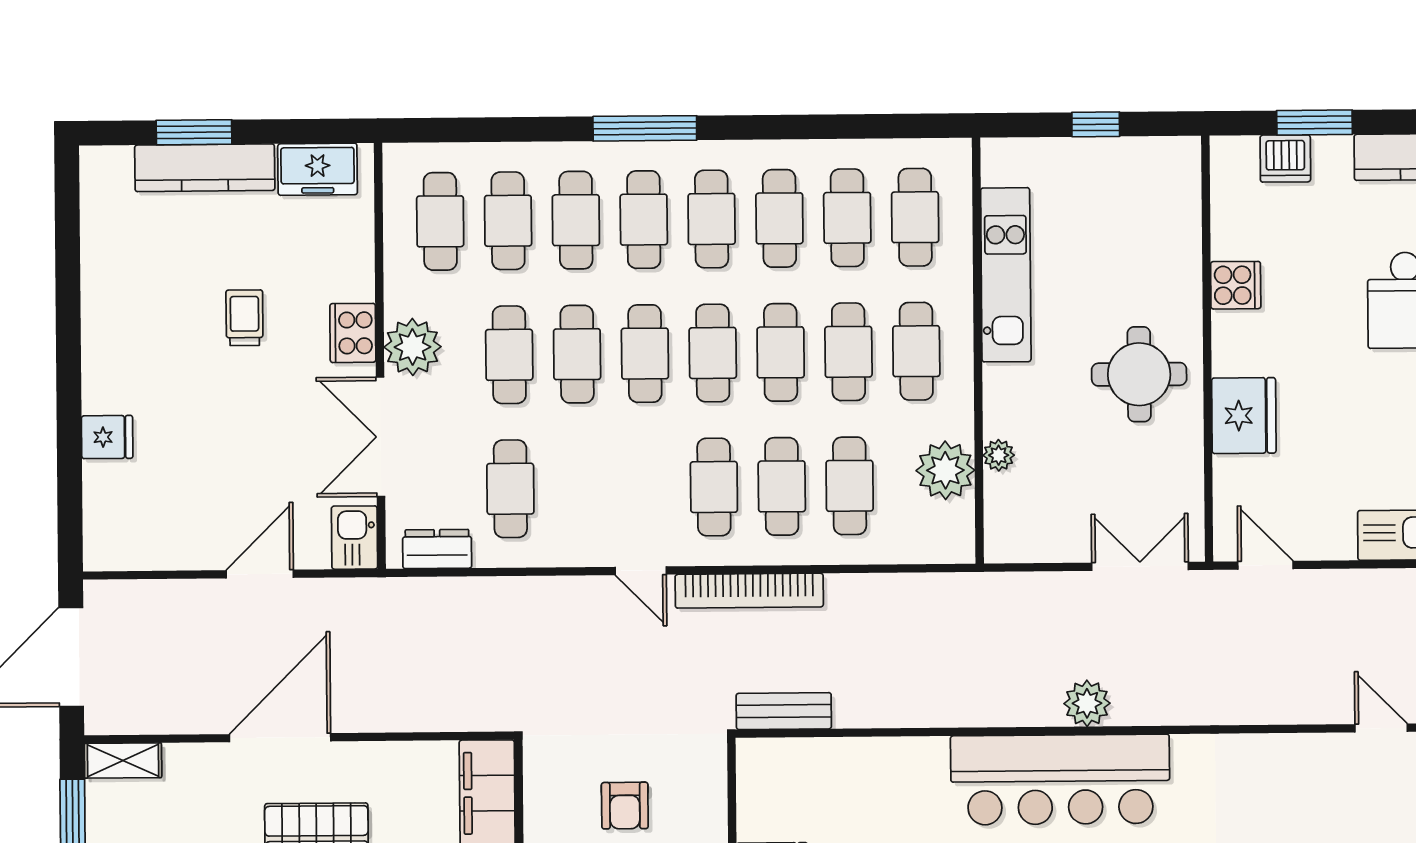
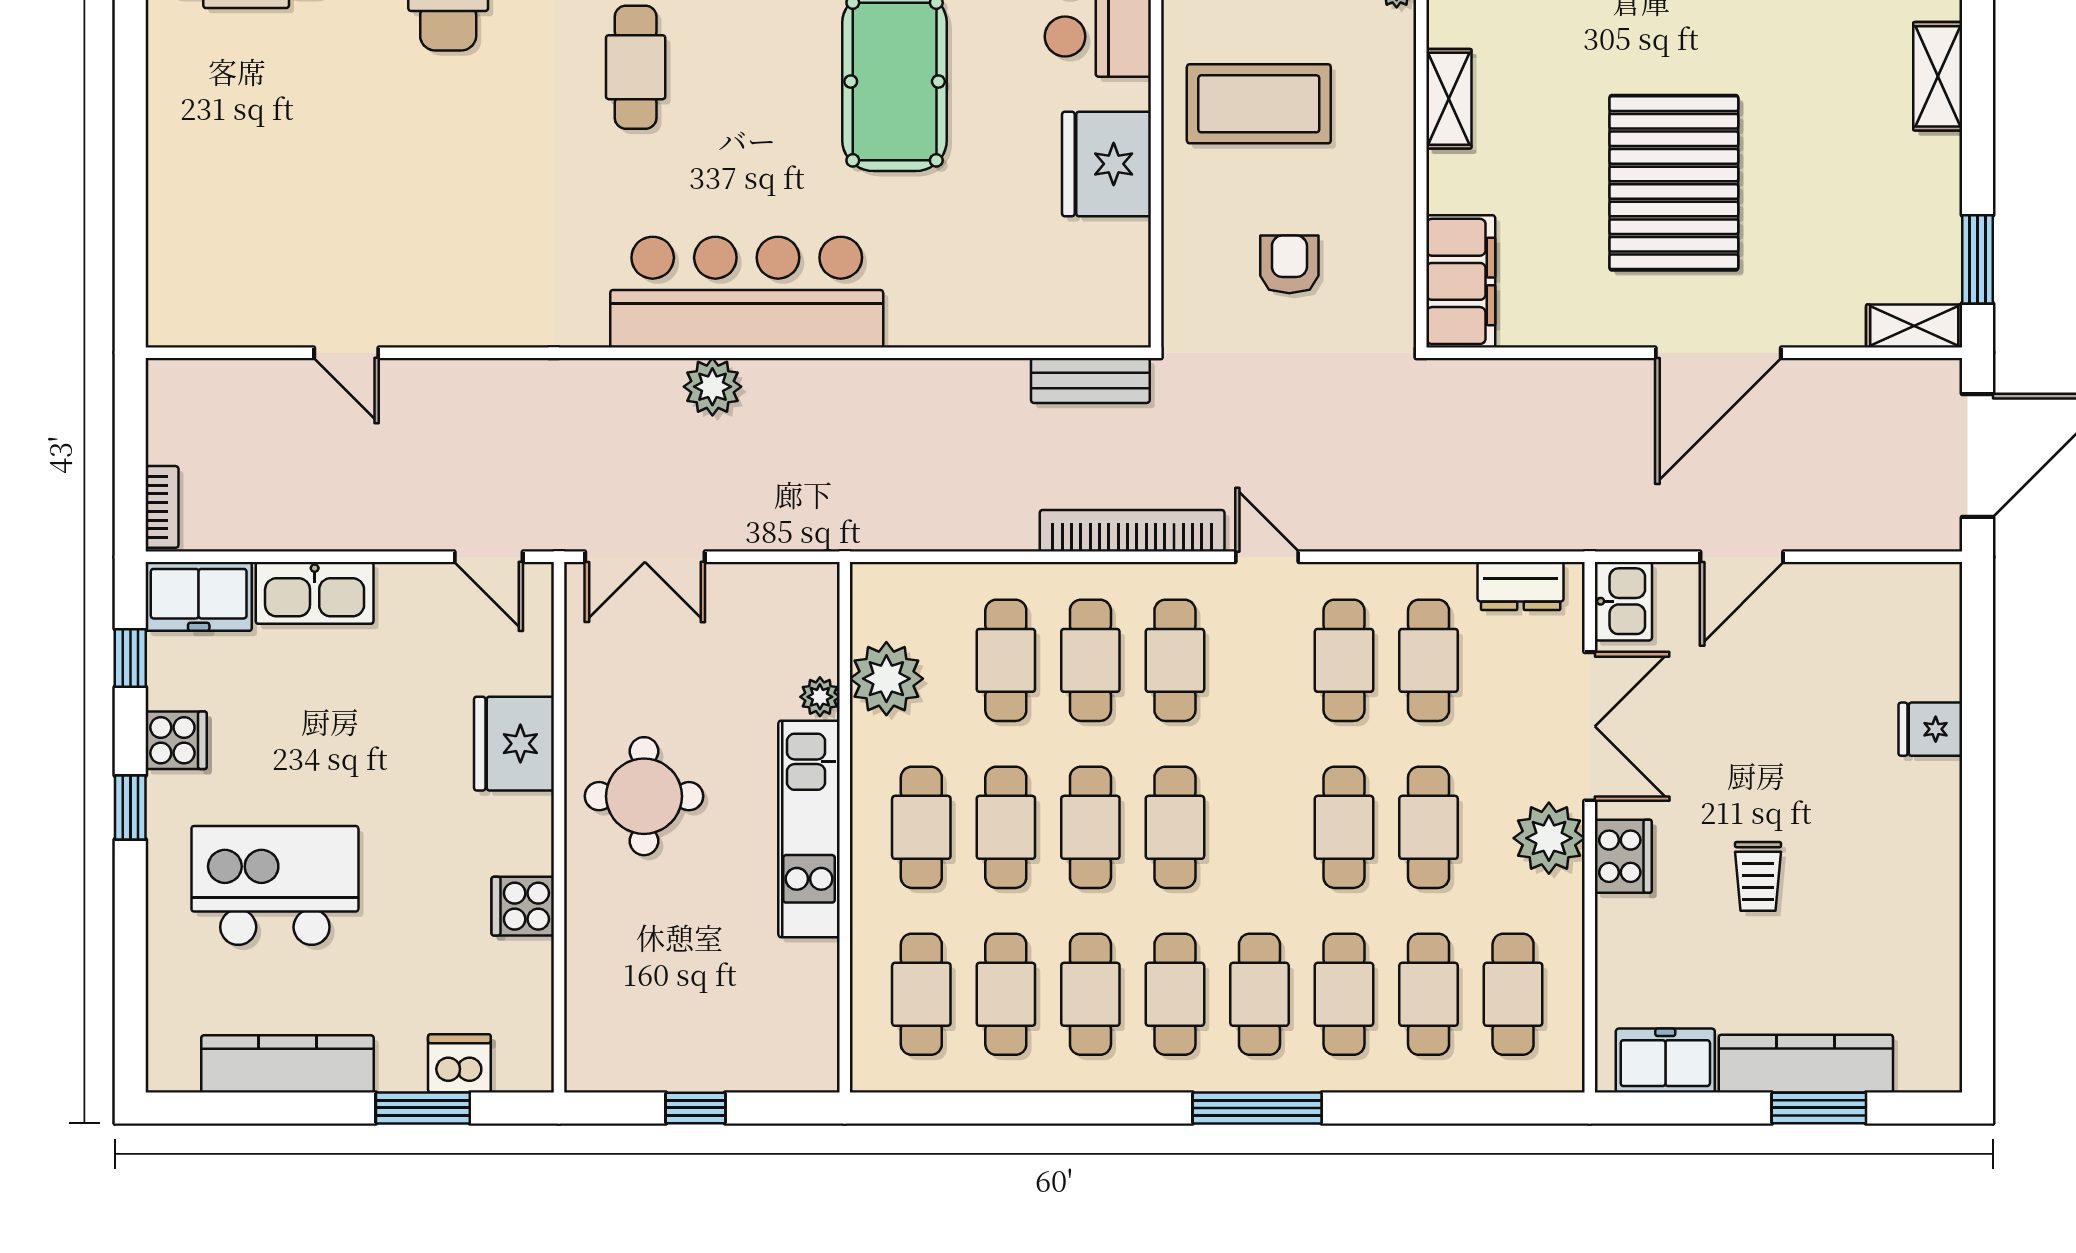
kitchen unit: (1006, 275) -> (809, 829), moved
cafe table: (645, 354) -> (1344, 660), moved

